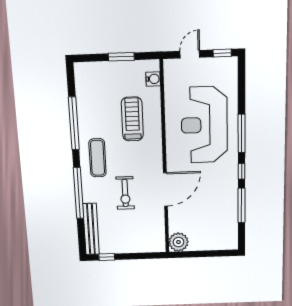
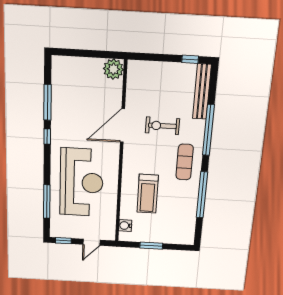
window: (242, 133) -> (47, 202), moved
exercise bike: (125, 193) -> (162, 126), turned -90

